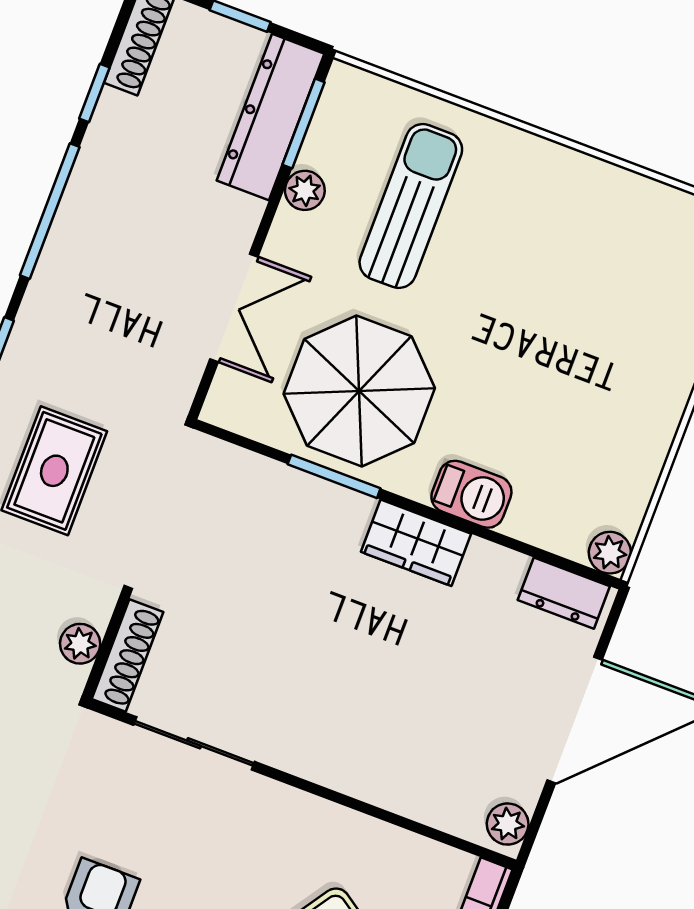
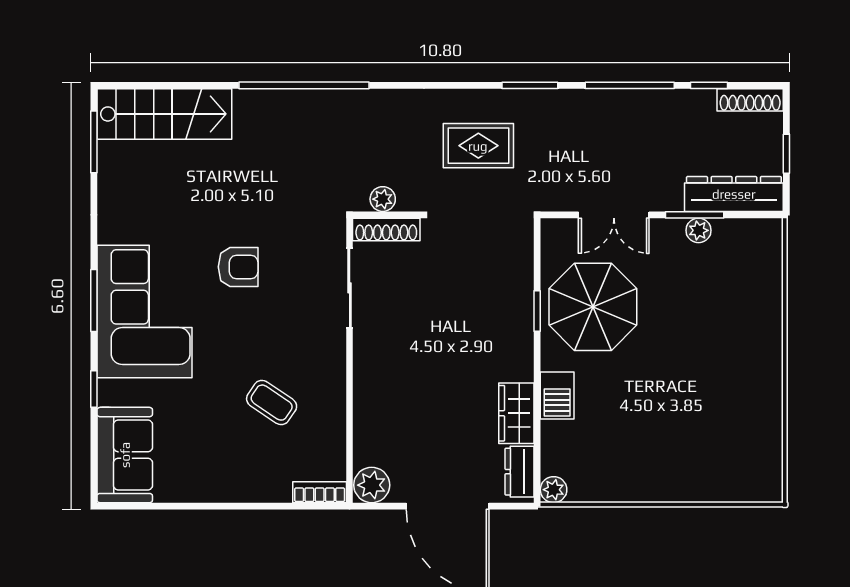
window: (304, 123) -> (695, 215), moved
sun lounger: (411, 206) -> (713, 296), removed
window: (334, 476) -> (537, 311), width x0.67
wardrobe: (416, 543) -> (516, 413), moved
plant: (508, 824) -> (372, 485), width x1.38, depth x1.38

